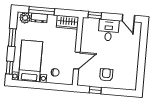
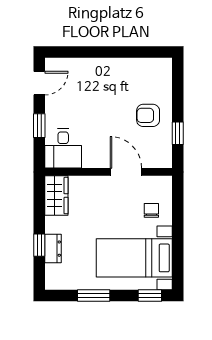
window: (42, 11) -> (39, 245), width x0.46
window: (95, 15) -> (39, 126), moved
plant: (25, 18) -> (55, 275), removed
desk: (109, 30) -> (63, 148), moved, turned -90

